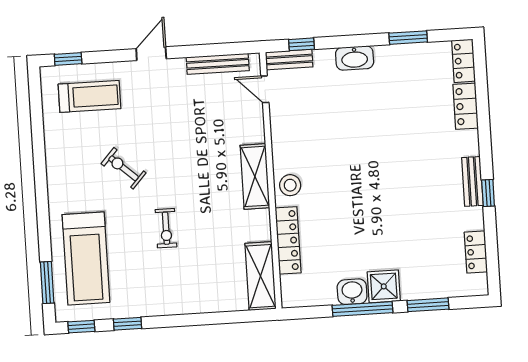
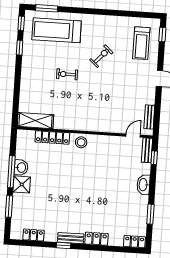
bench: (218, 64) -> (149, 117), width x0.73
locker: (466, 106) -> (96, 239), moved
shelving: (255, 176) -> (88, 124), removed

